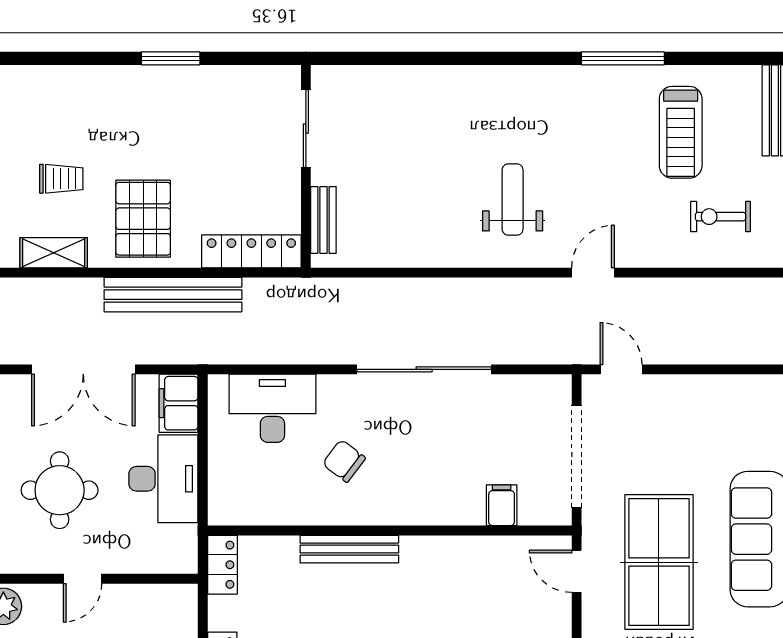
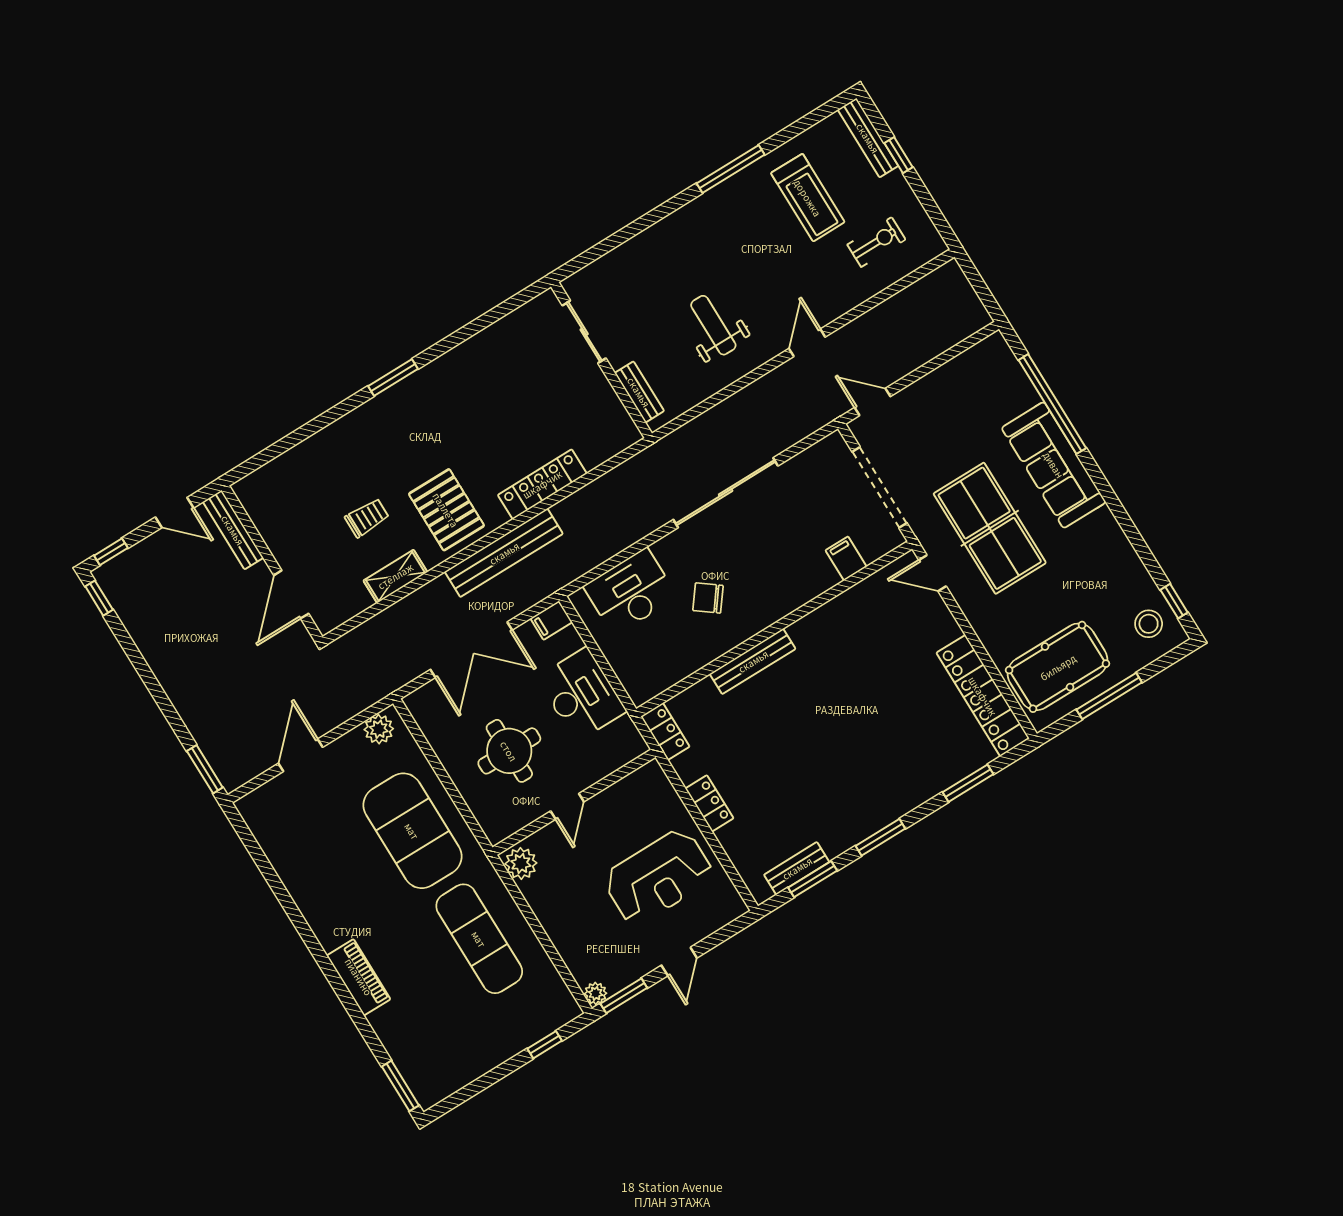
sliding door: (306, 129) -> (584, 332), moved
wall: (306, 166) -> (602, 360), moved
exercise bike: (720, 217) -> (876, 242), turned 180
bench: (323, 220) -> (639, 392), moved
filing cabinet: (179, 403) -> (551, 620), width x0.50

